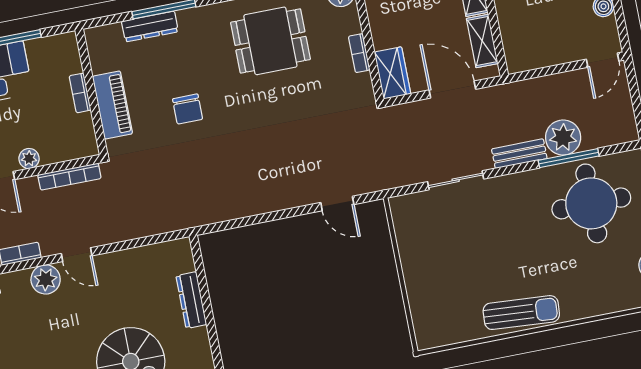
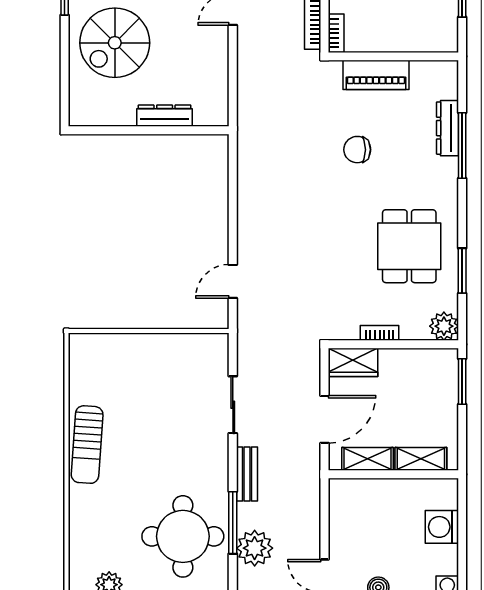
bookcase: (80, 93) -> (336, 33), moved, turned 90
plant: (563, 138) -> (255, 548), moved

